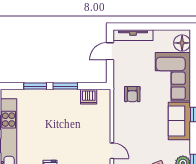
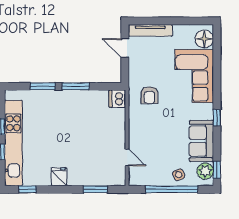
door: (110, 51) -> (125, 48), hinge flipped
dishwasher: (89, 97) -> (117, 99), moved, turned 90
sofa: (179, 121) -> (201, 141), moved

